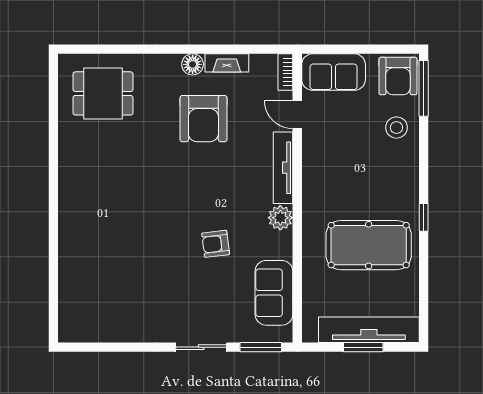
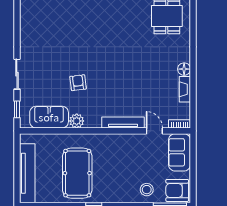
door: (297, 115) -> (154, 131), hinge flipped
armchair: (203, 119) -> (152, 75), removed
plant: (280, 218) -> (77, 121), moved
window: (261, 347) -> (17, 109), width x0.67
window: (363, 347) -> (17, 170), removed

